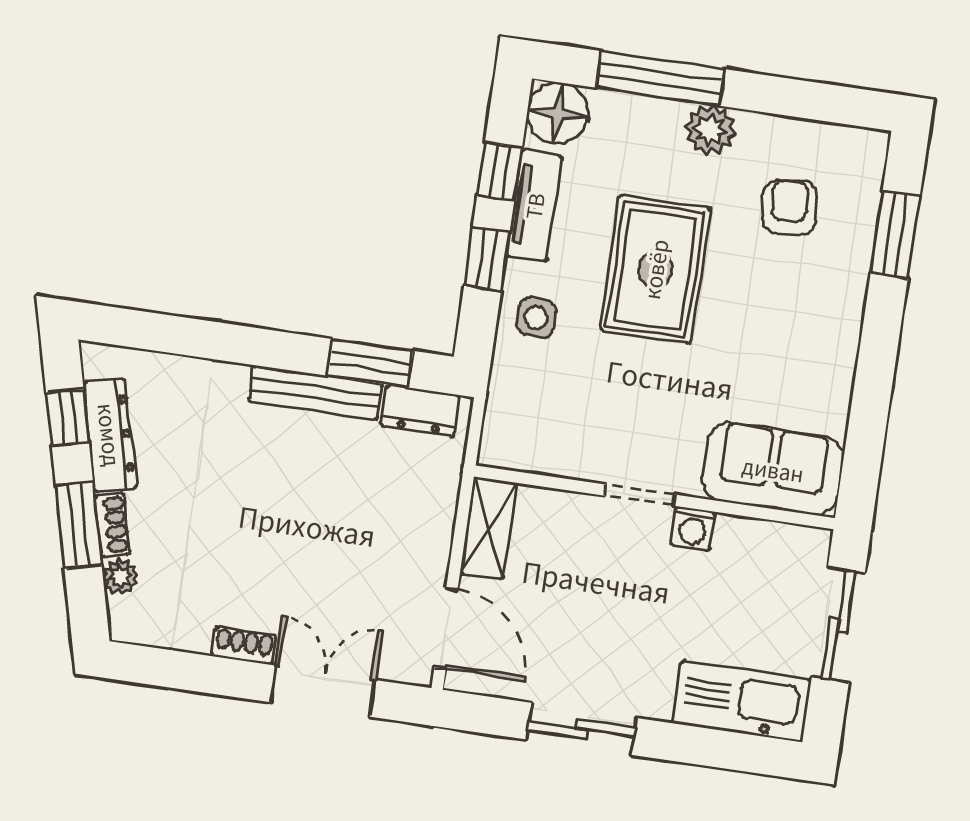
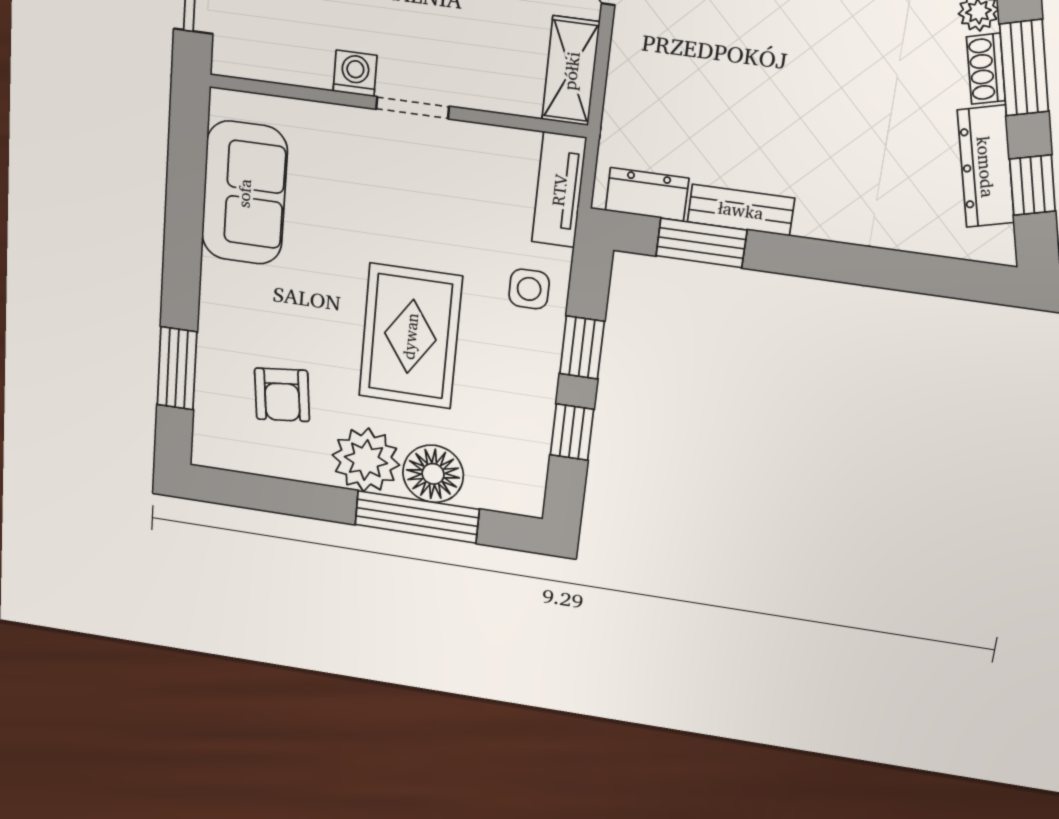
floor lamp: (558, 113) -> (433, 474), moved
plant: (710, 130) -> (366, 460), width x1.36, depth x1.36
tv unit: (534, 206) -> (559, 190), moved
bench: (315, 393) -> (741, 210), width x0.73
sofa: (773, 469) -> (244, 193), moved, turned -90

